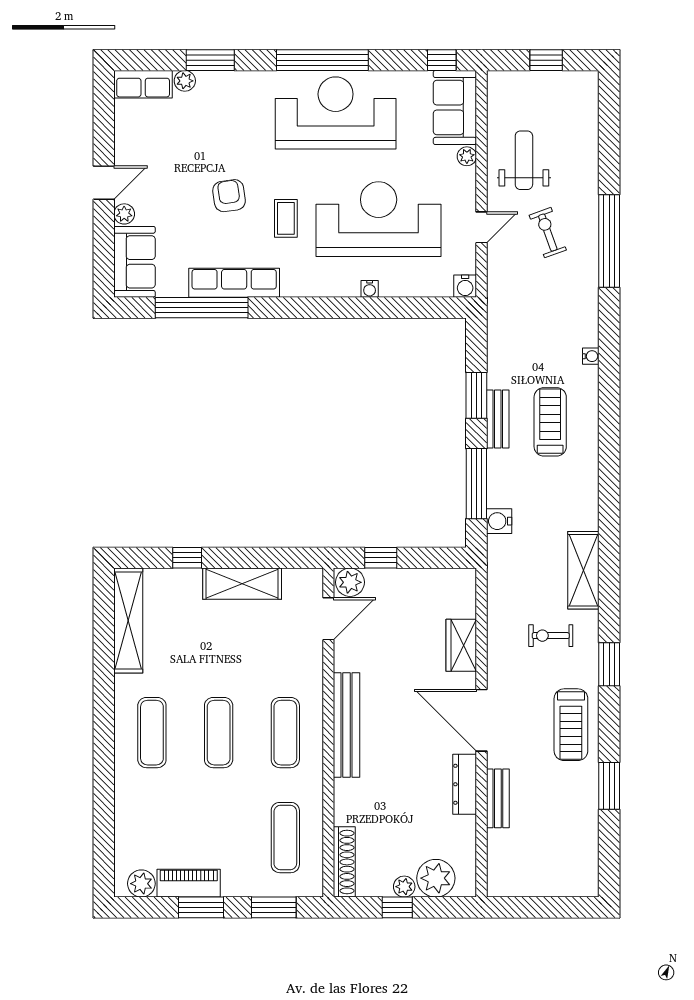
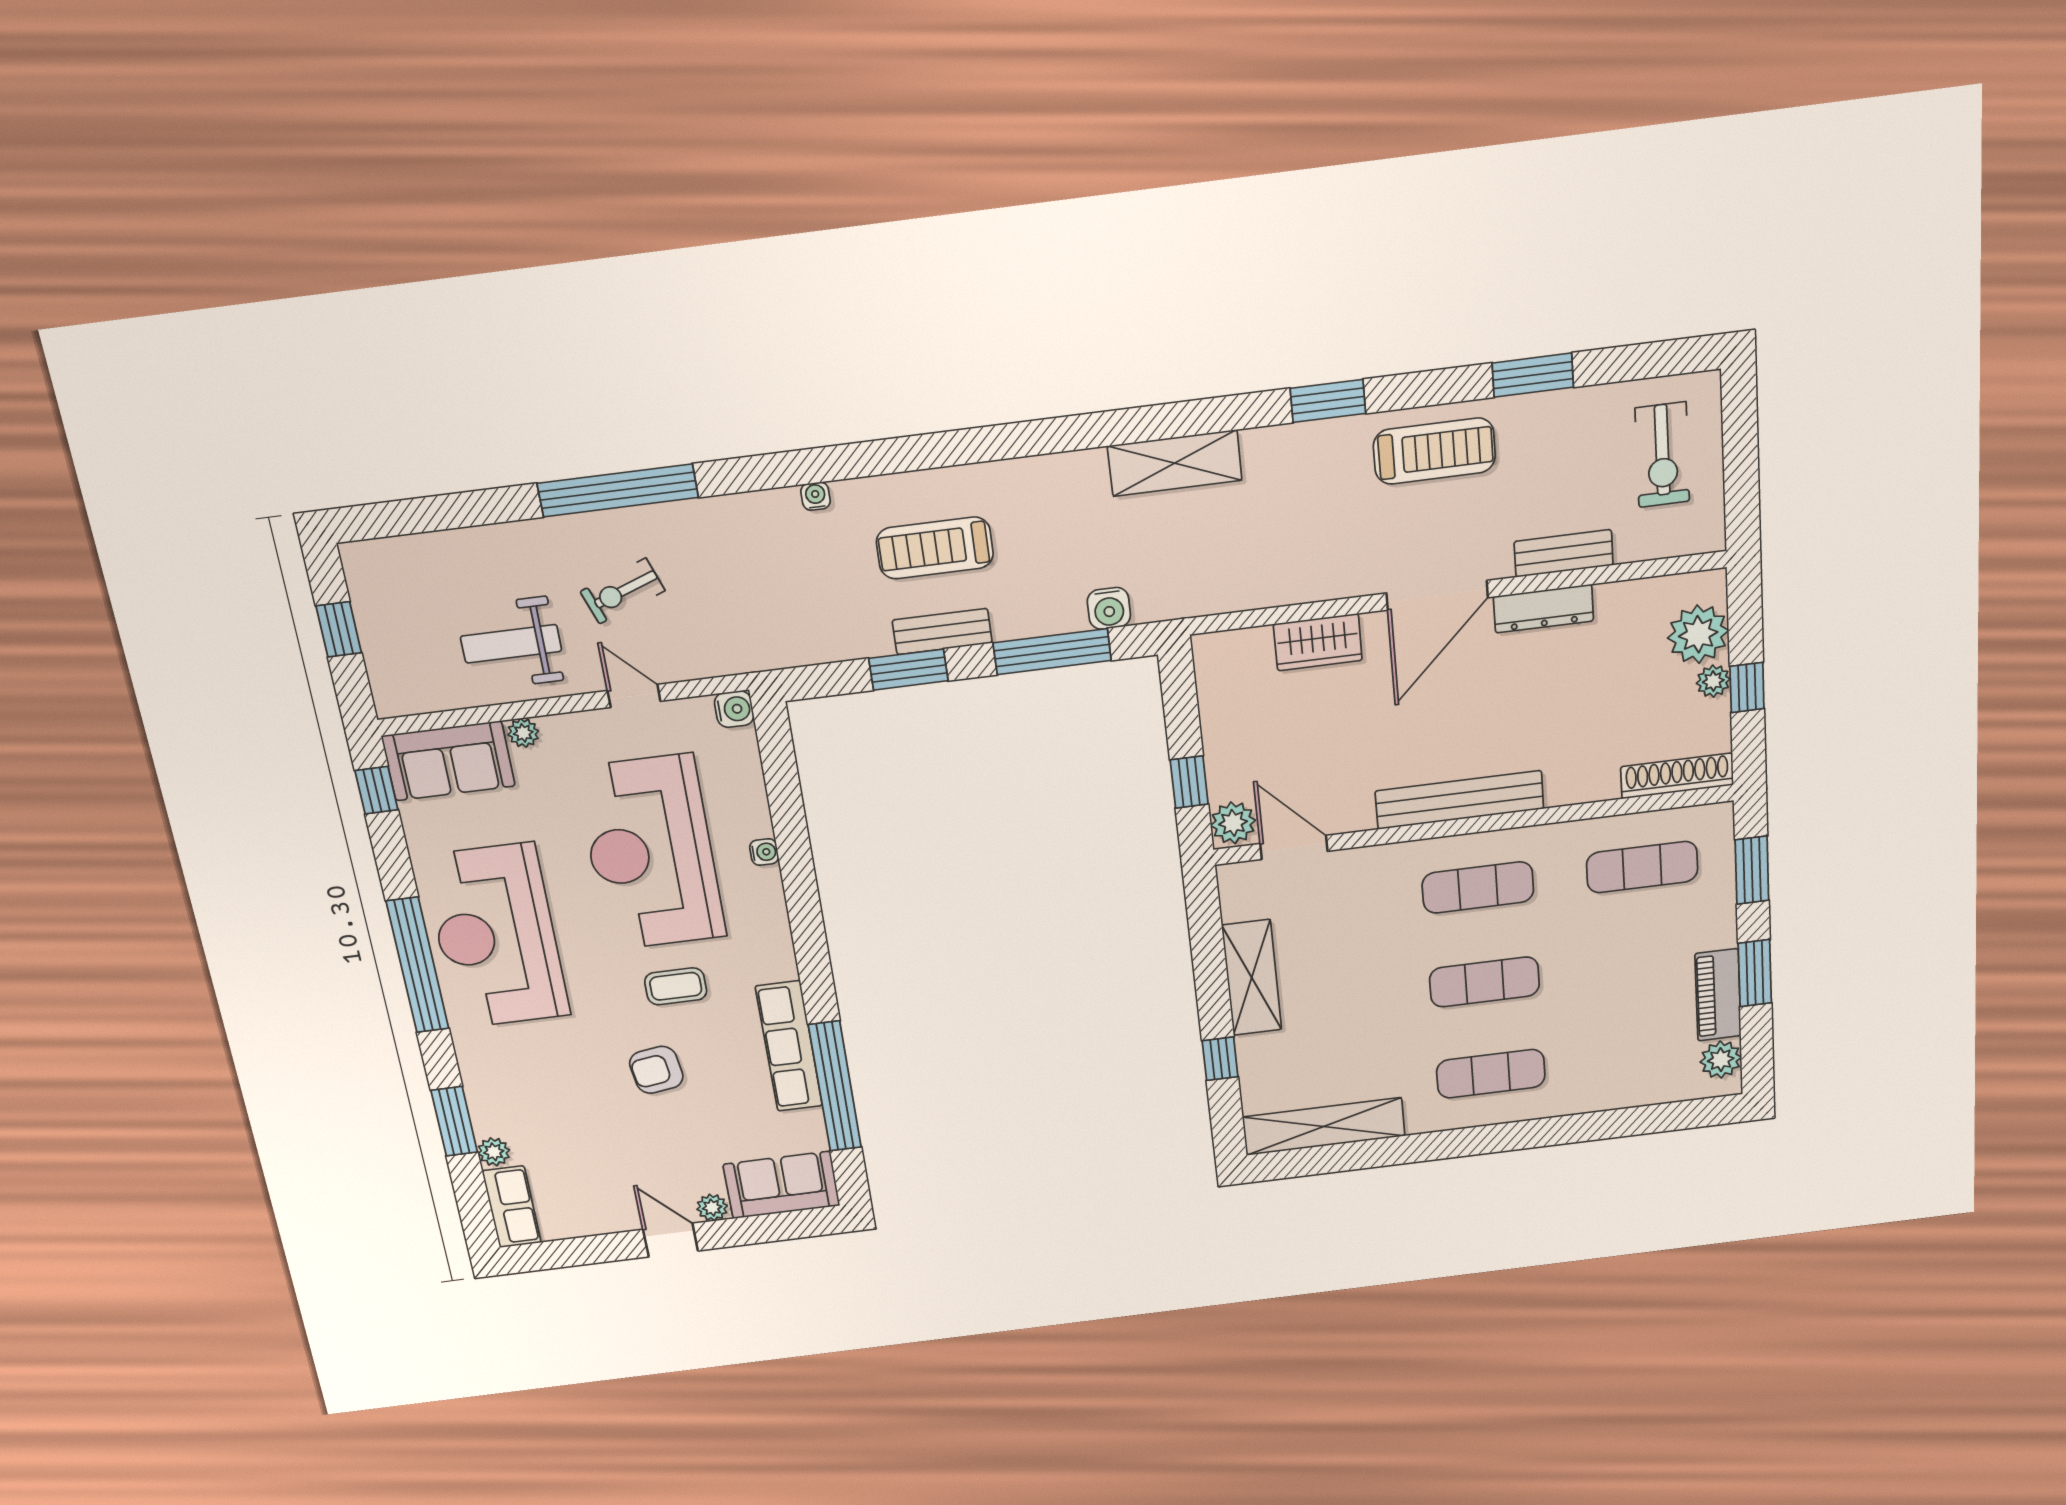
exercise bike: (551, 636) -> (1662, 455), moved, width x1.38, depth x1.39

